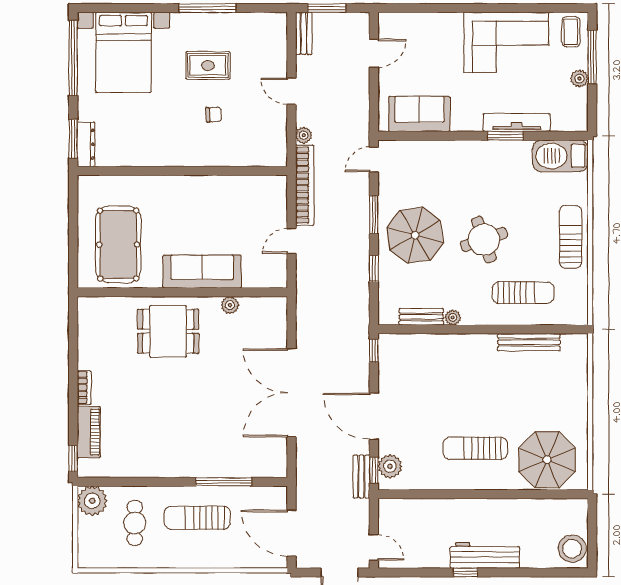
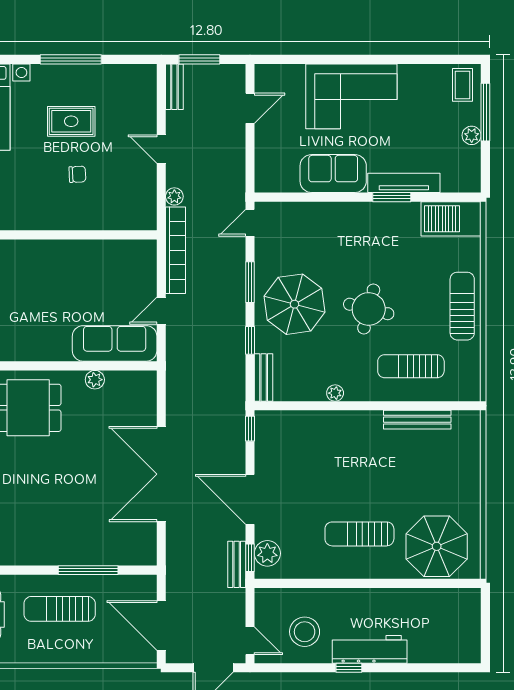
corner sofa: (506, 42) -> (351, 96), moved
sofa: (419, 114) -> (333, 174), moved
round table: (484, 240) -> (369, 309), turned 33
sofa: (202, 272) -> (115, 343), moved
sun lounger: (523, 293) -> (411, 366), turned 180
bench: (421, 317) -> (264, 377), moved, turned 90
stool: (572, 549) -> (305, 632), moved

